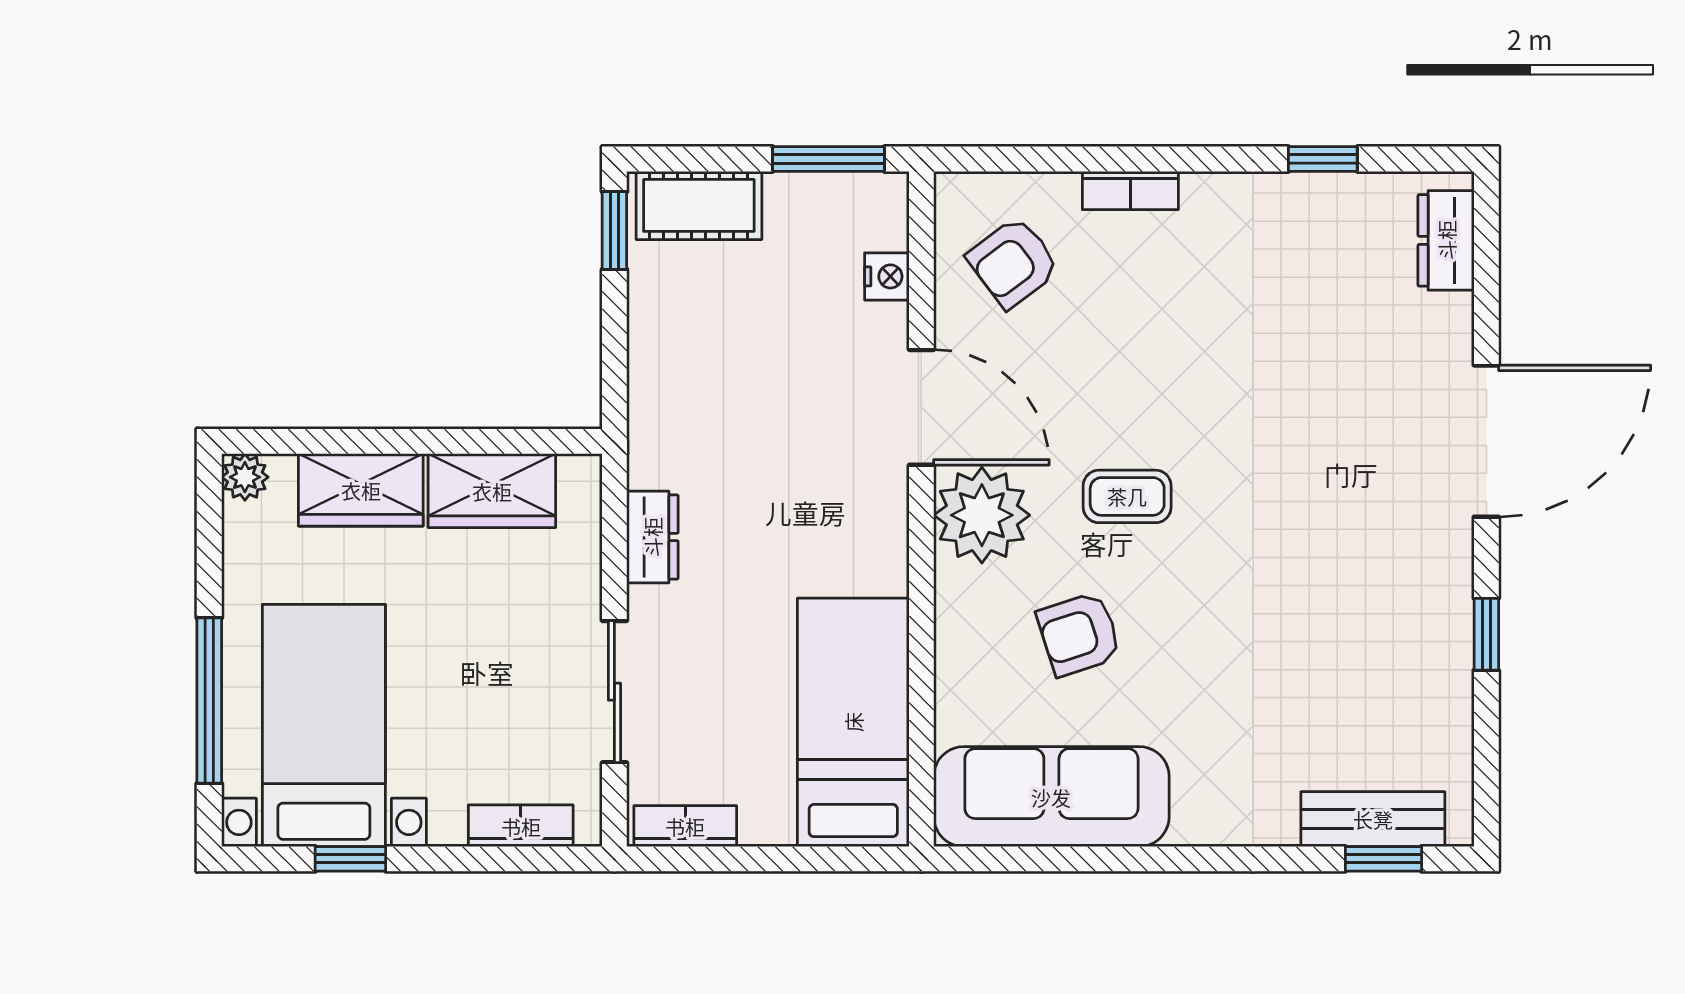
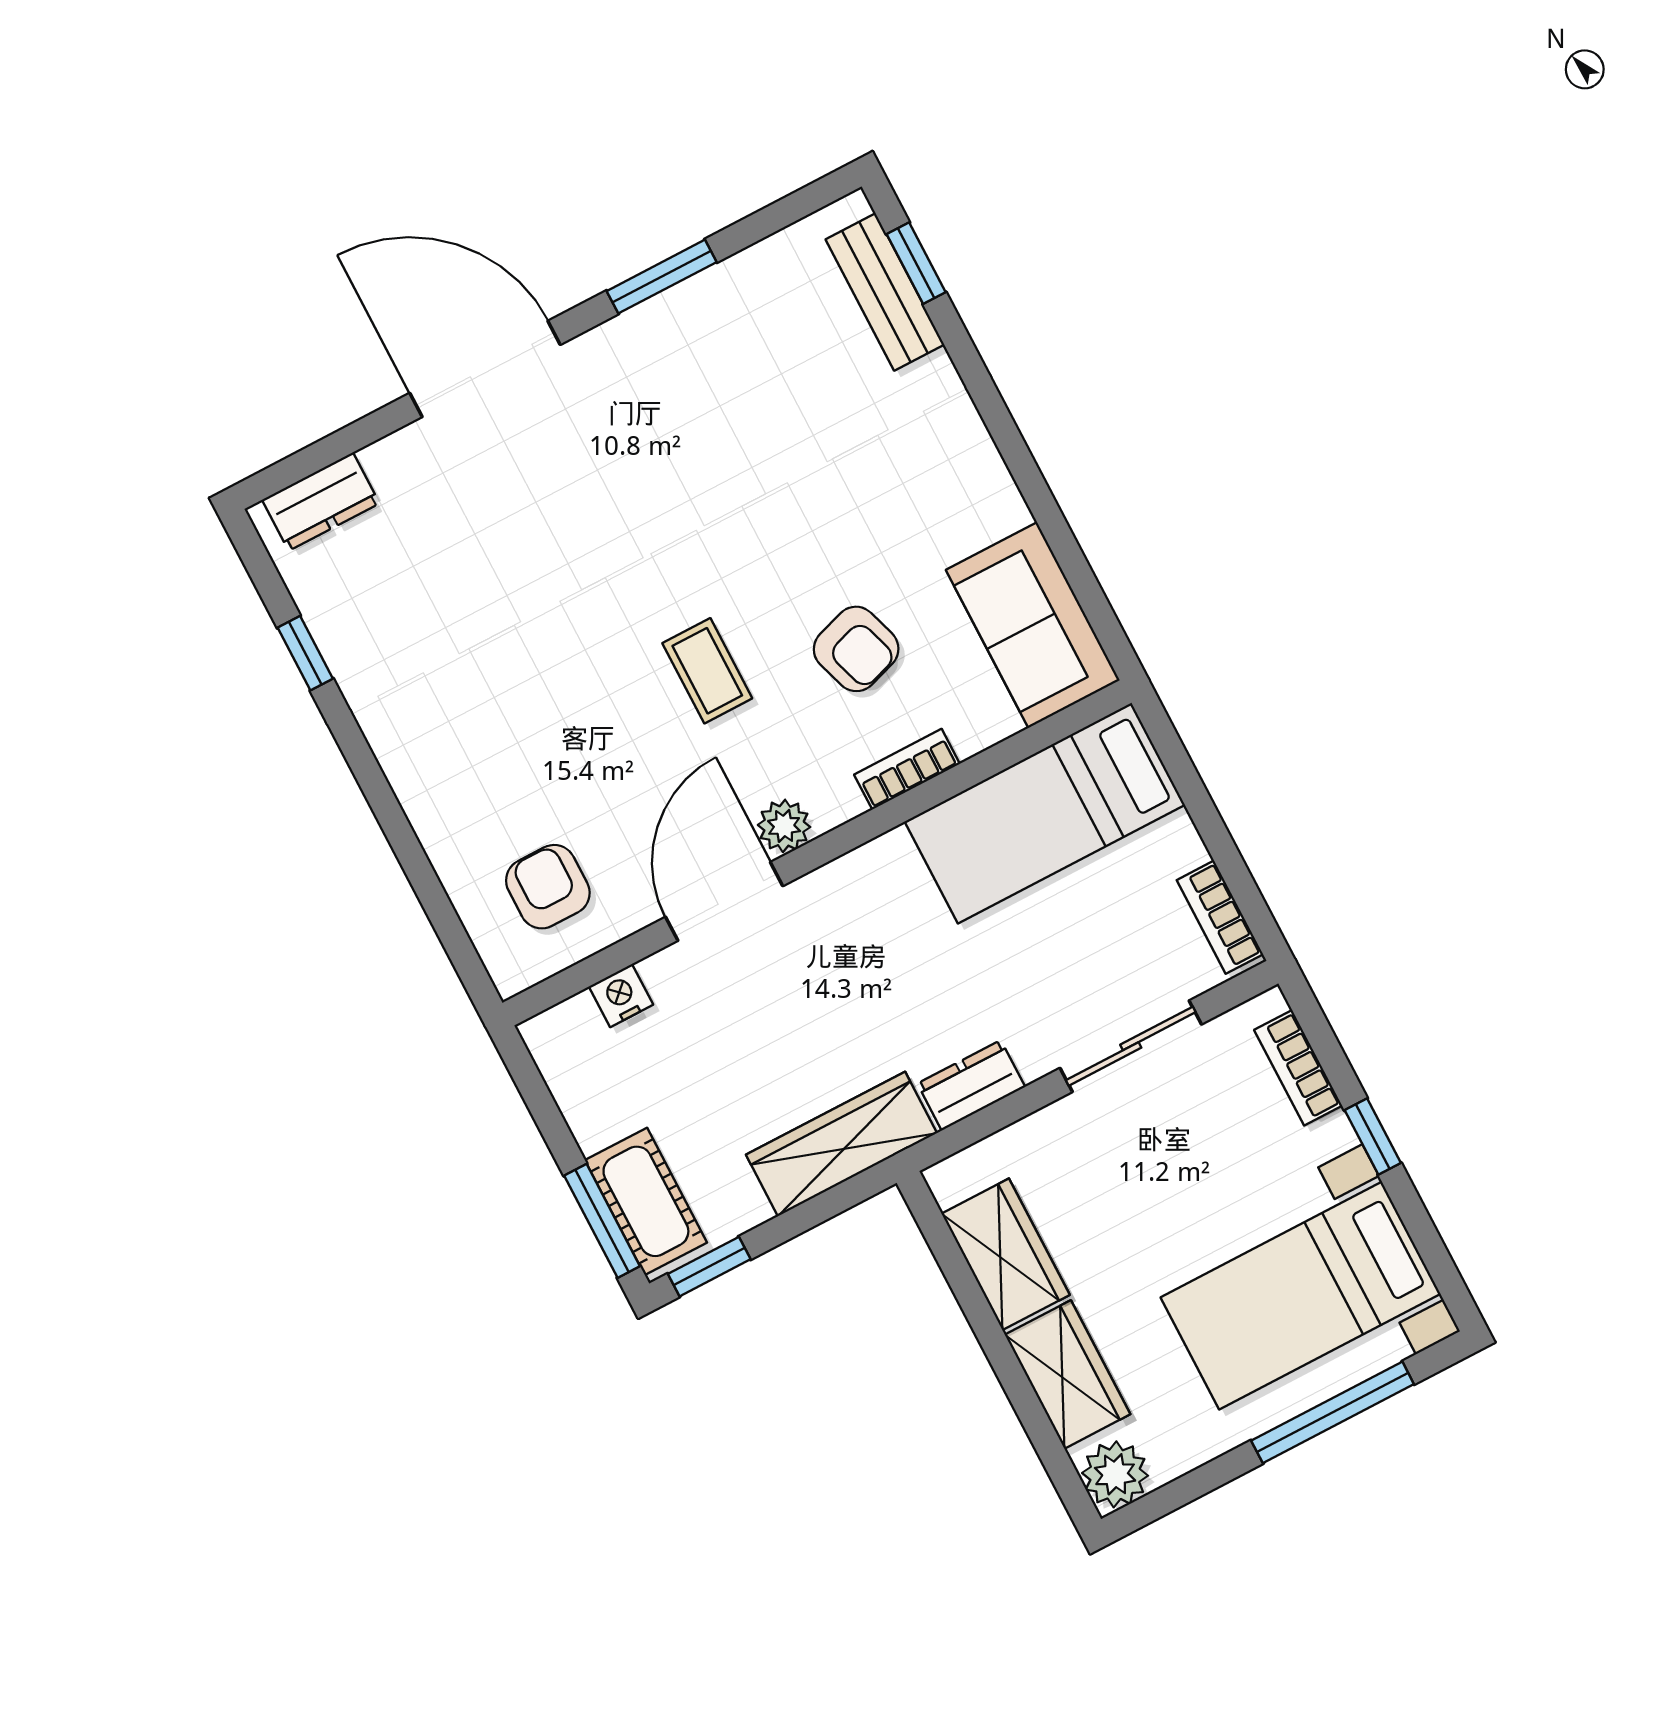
window: (828, 159) -> (602, 1221), moved
bookcase: (1130, 190) -> (907, 769), moved, turned -90
armchair: (1013, 262) -> (548, 887), turned -143
wardrobe: (660, 399) -> (841, 1144), added
plant: (245, 477) -> (1115, 1474), width x1.38, depth x1.38
plant: (982, 515) -> (784, 826), width x0.53, depth x0.53
window: (1486, 634) -> (662, 277), width x1.50
sofa: (1051, 797) -> (1033, 625), width x0.73
window: (350, 859) -> (1373, 1137), moved

